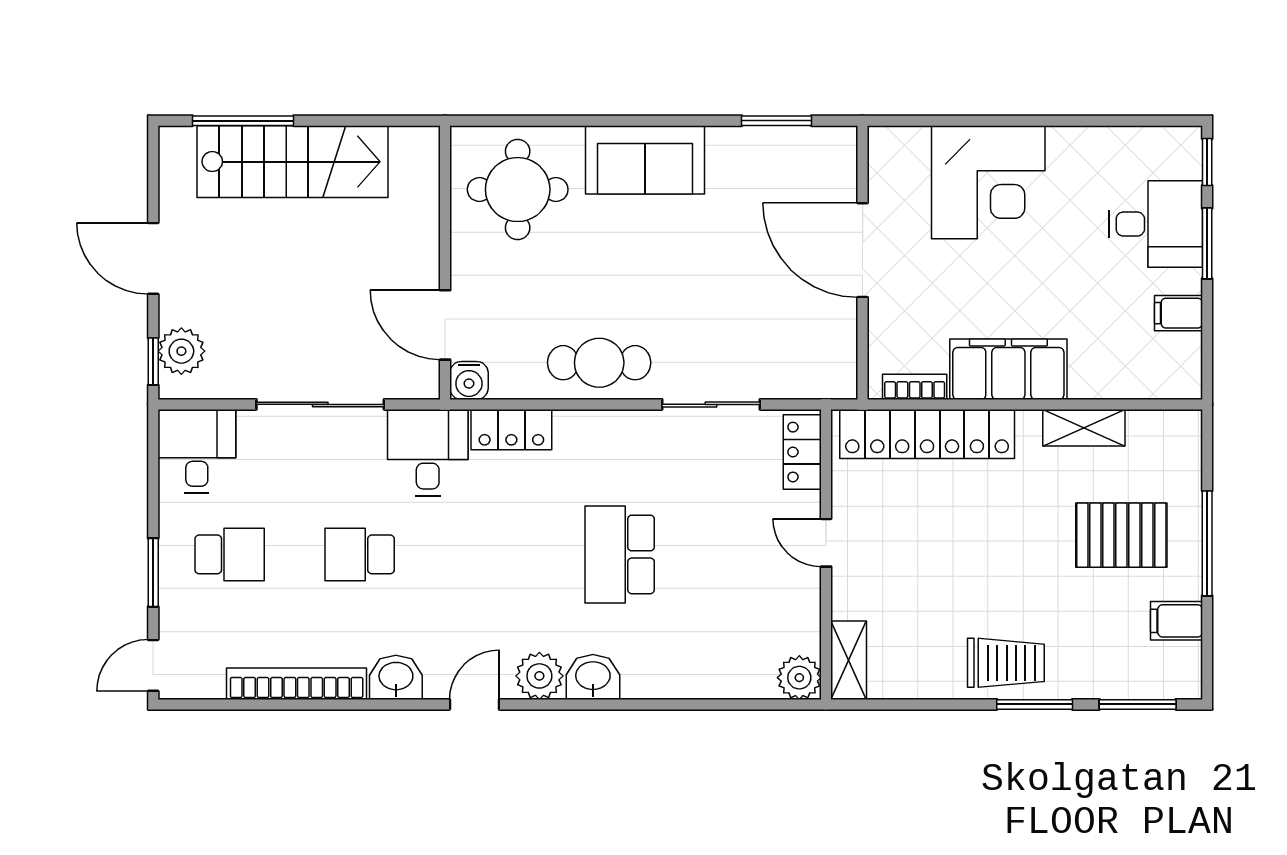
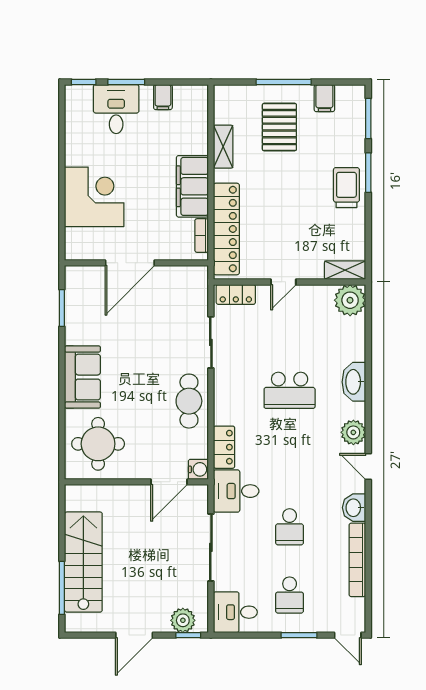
school desk: (230, 554) -> (290, 595), turned 180
washbasin: (593, 677) -> (354, 382), moved, width x1.38
plant: (799, 678) -> (350, 300), width x1.36, depth x1.36

